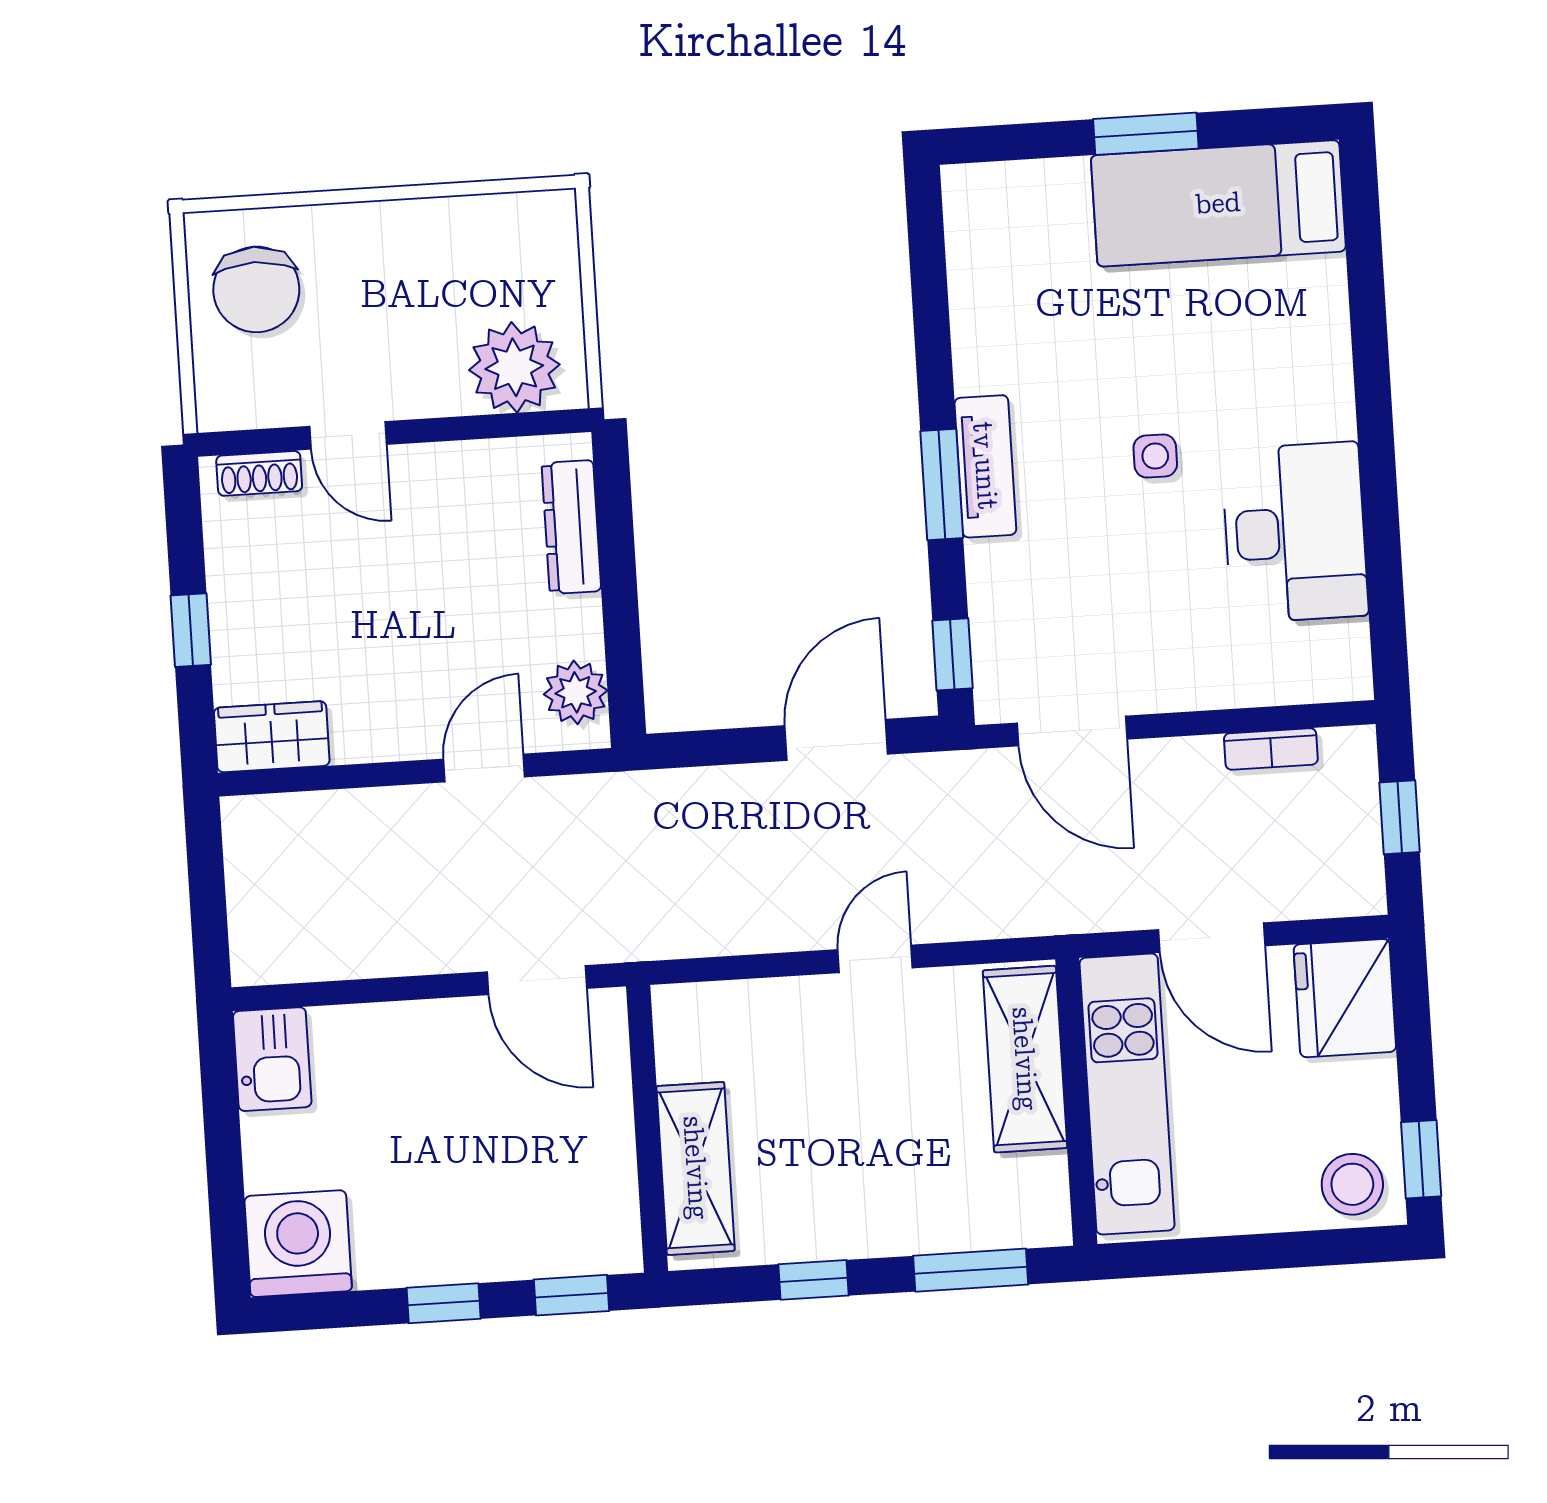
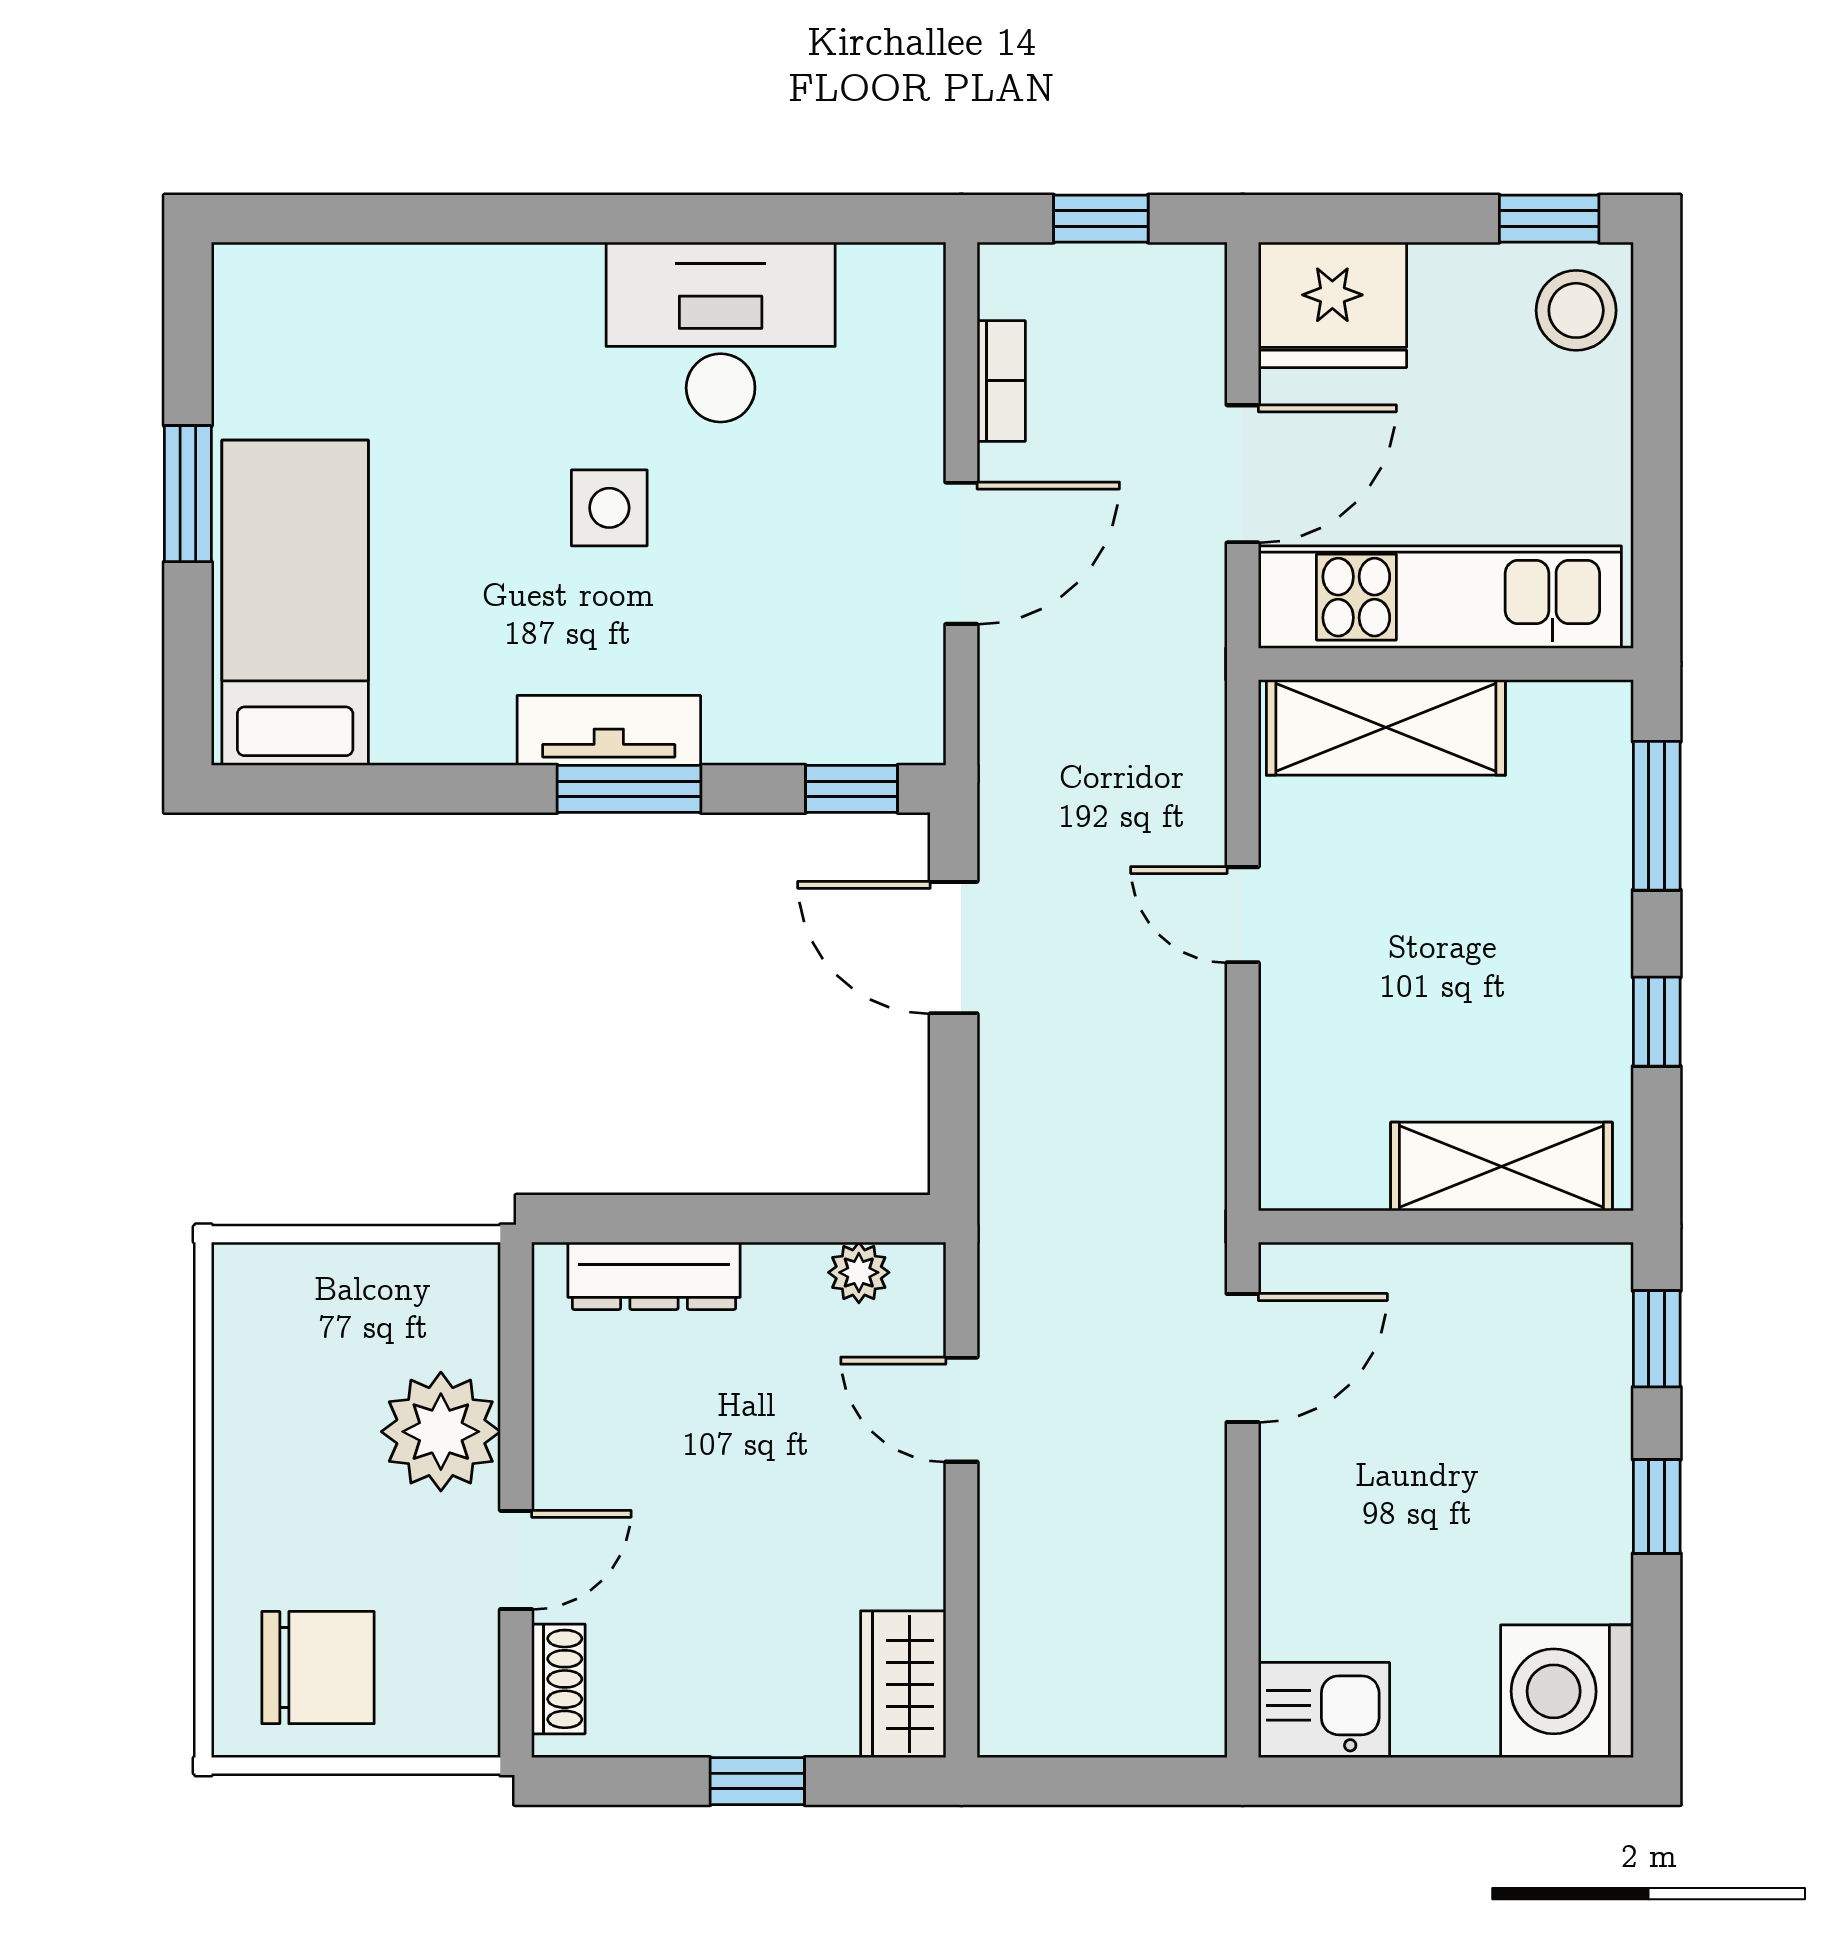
bed: (1218, 203) -> (295, 603), moved, turned 180
plant: (514, 367) -> (441, 1432), moved
side table: (1155, 456) -> (609, 508), width x1.37, depth x1.37
plant: (576, 692) -> (859, 1272), width x0.73, depth x0.73
door: (1072, 731) -> (961, 553), moved

